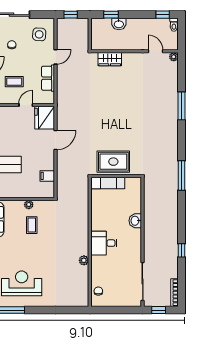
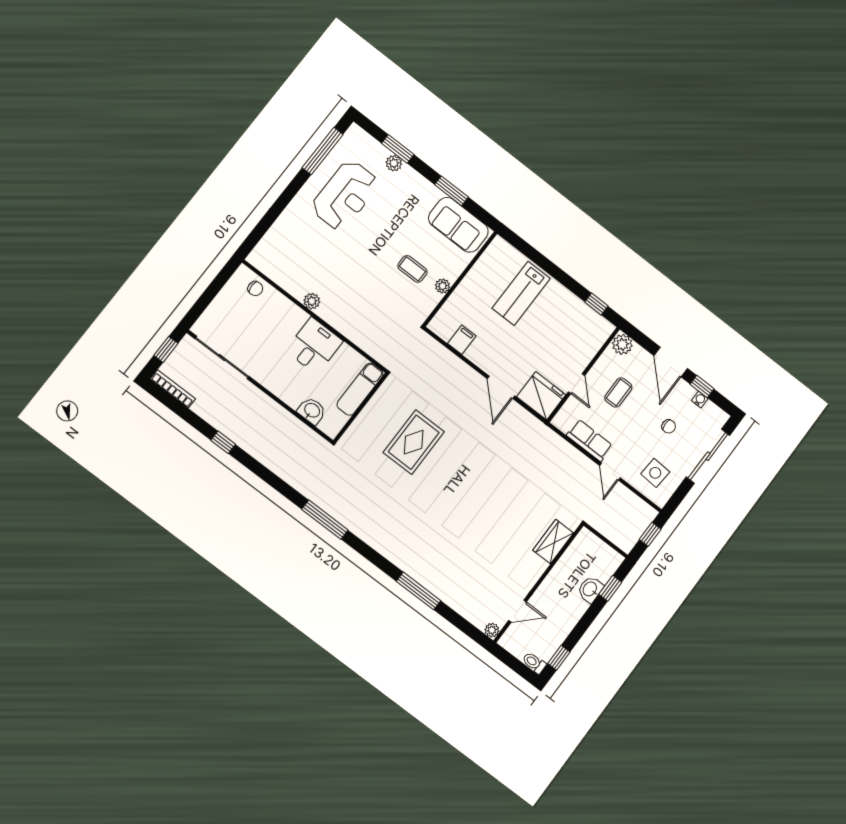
wall: (116, 176) -> (361, 408), moved
exam couch: (108, 183) -> (360, 389), moved

